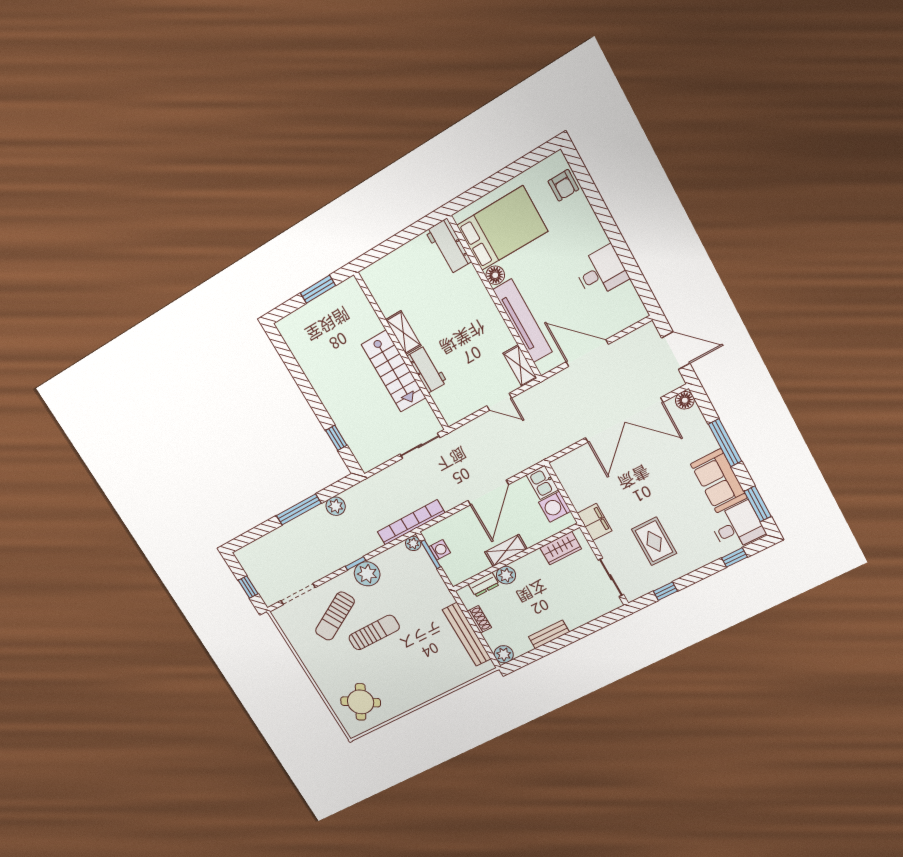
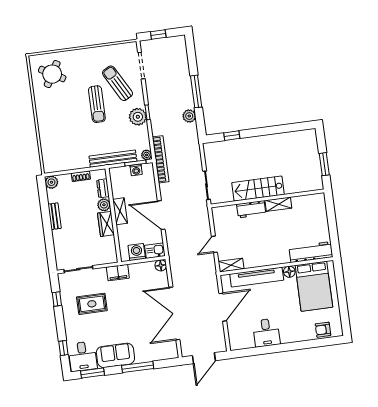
workbench: (448, 246) -> (311, 252), width x1.38
floor lamp: (685, 400) -> (161, 265), moved
wardrobe: (561, 548) -> (106, 224), moved
bench: (467, 634) -> (113, 159), moved

